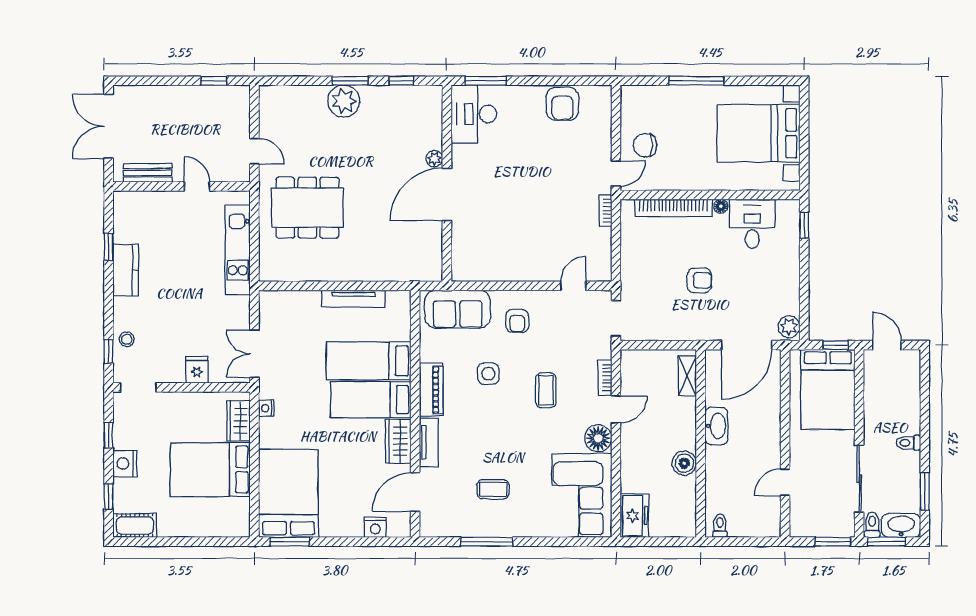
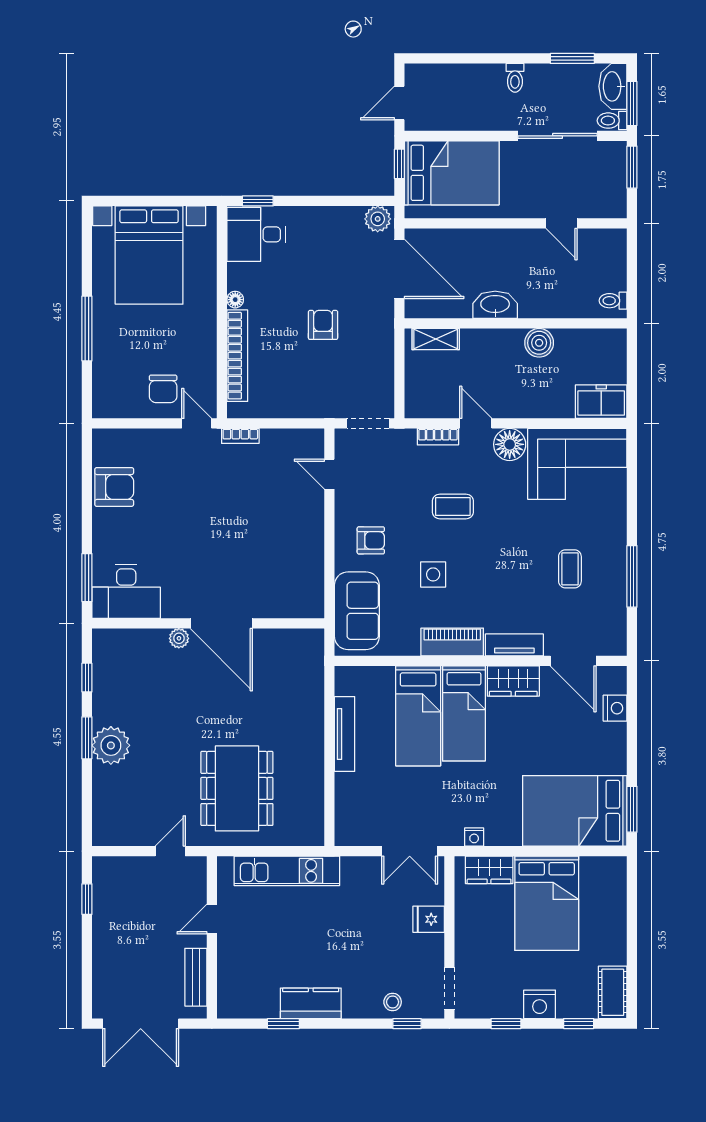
desk: (752, 224) -> (256, 234), moved

